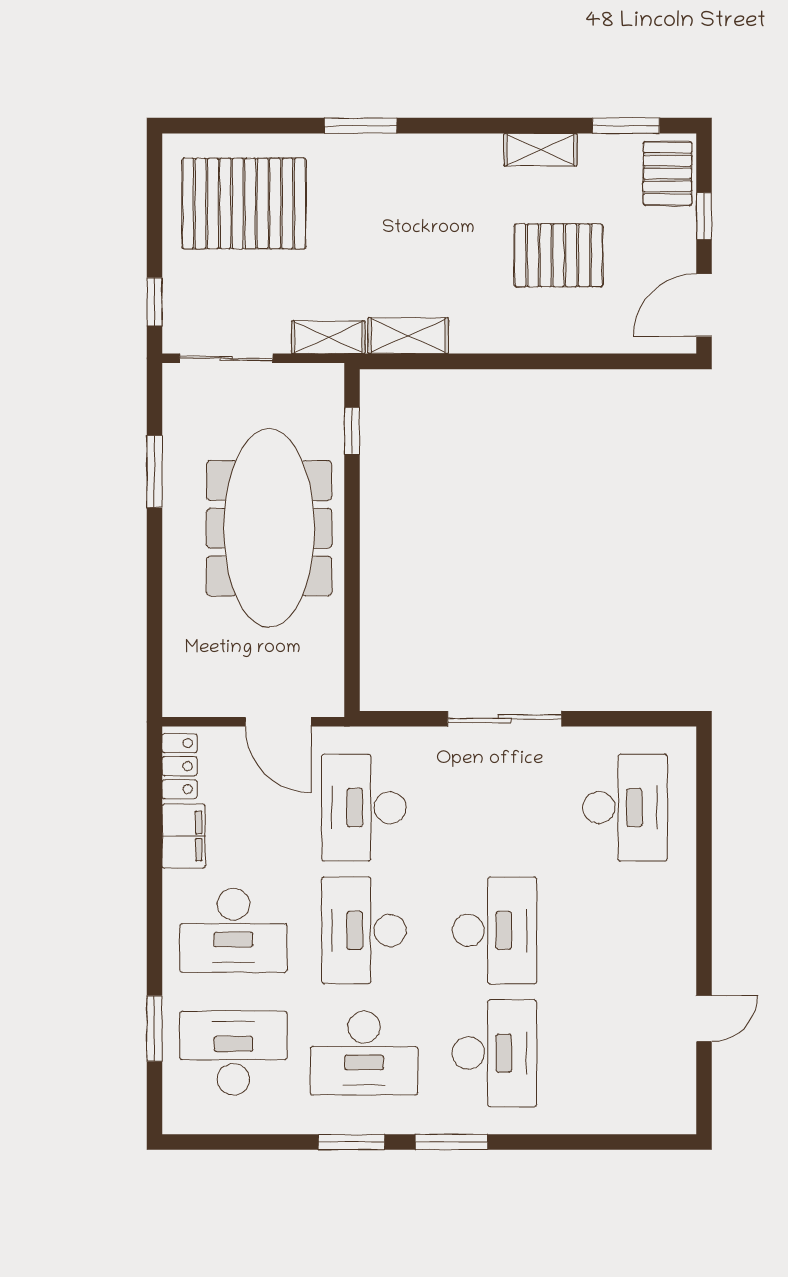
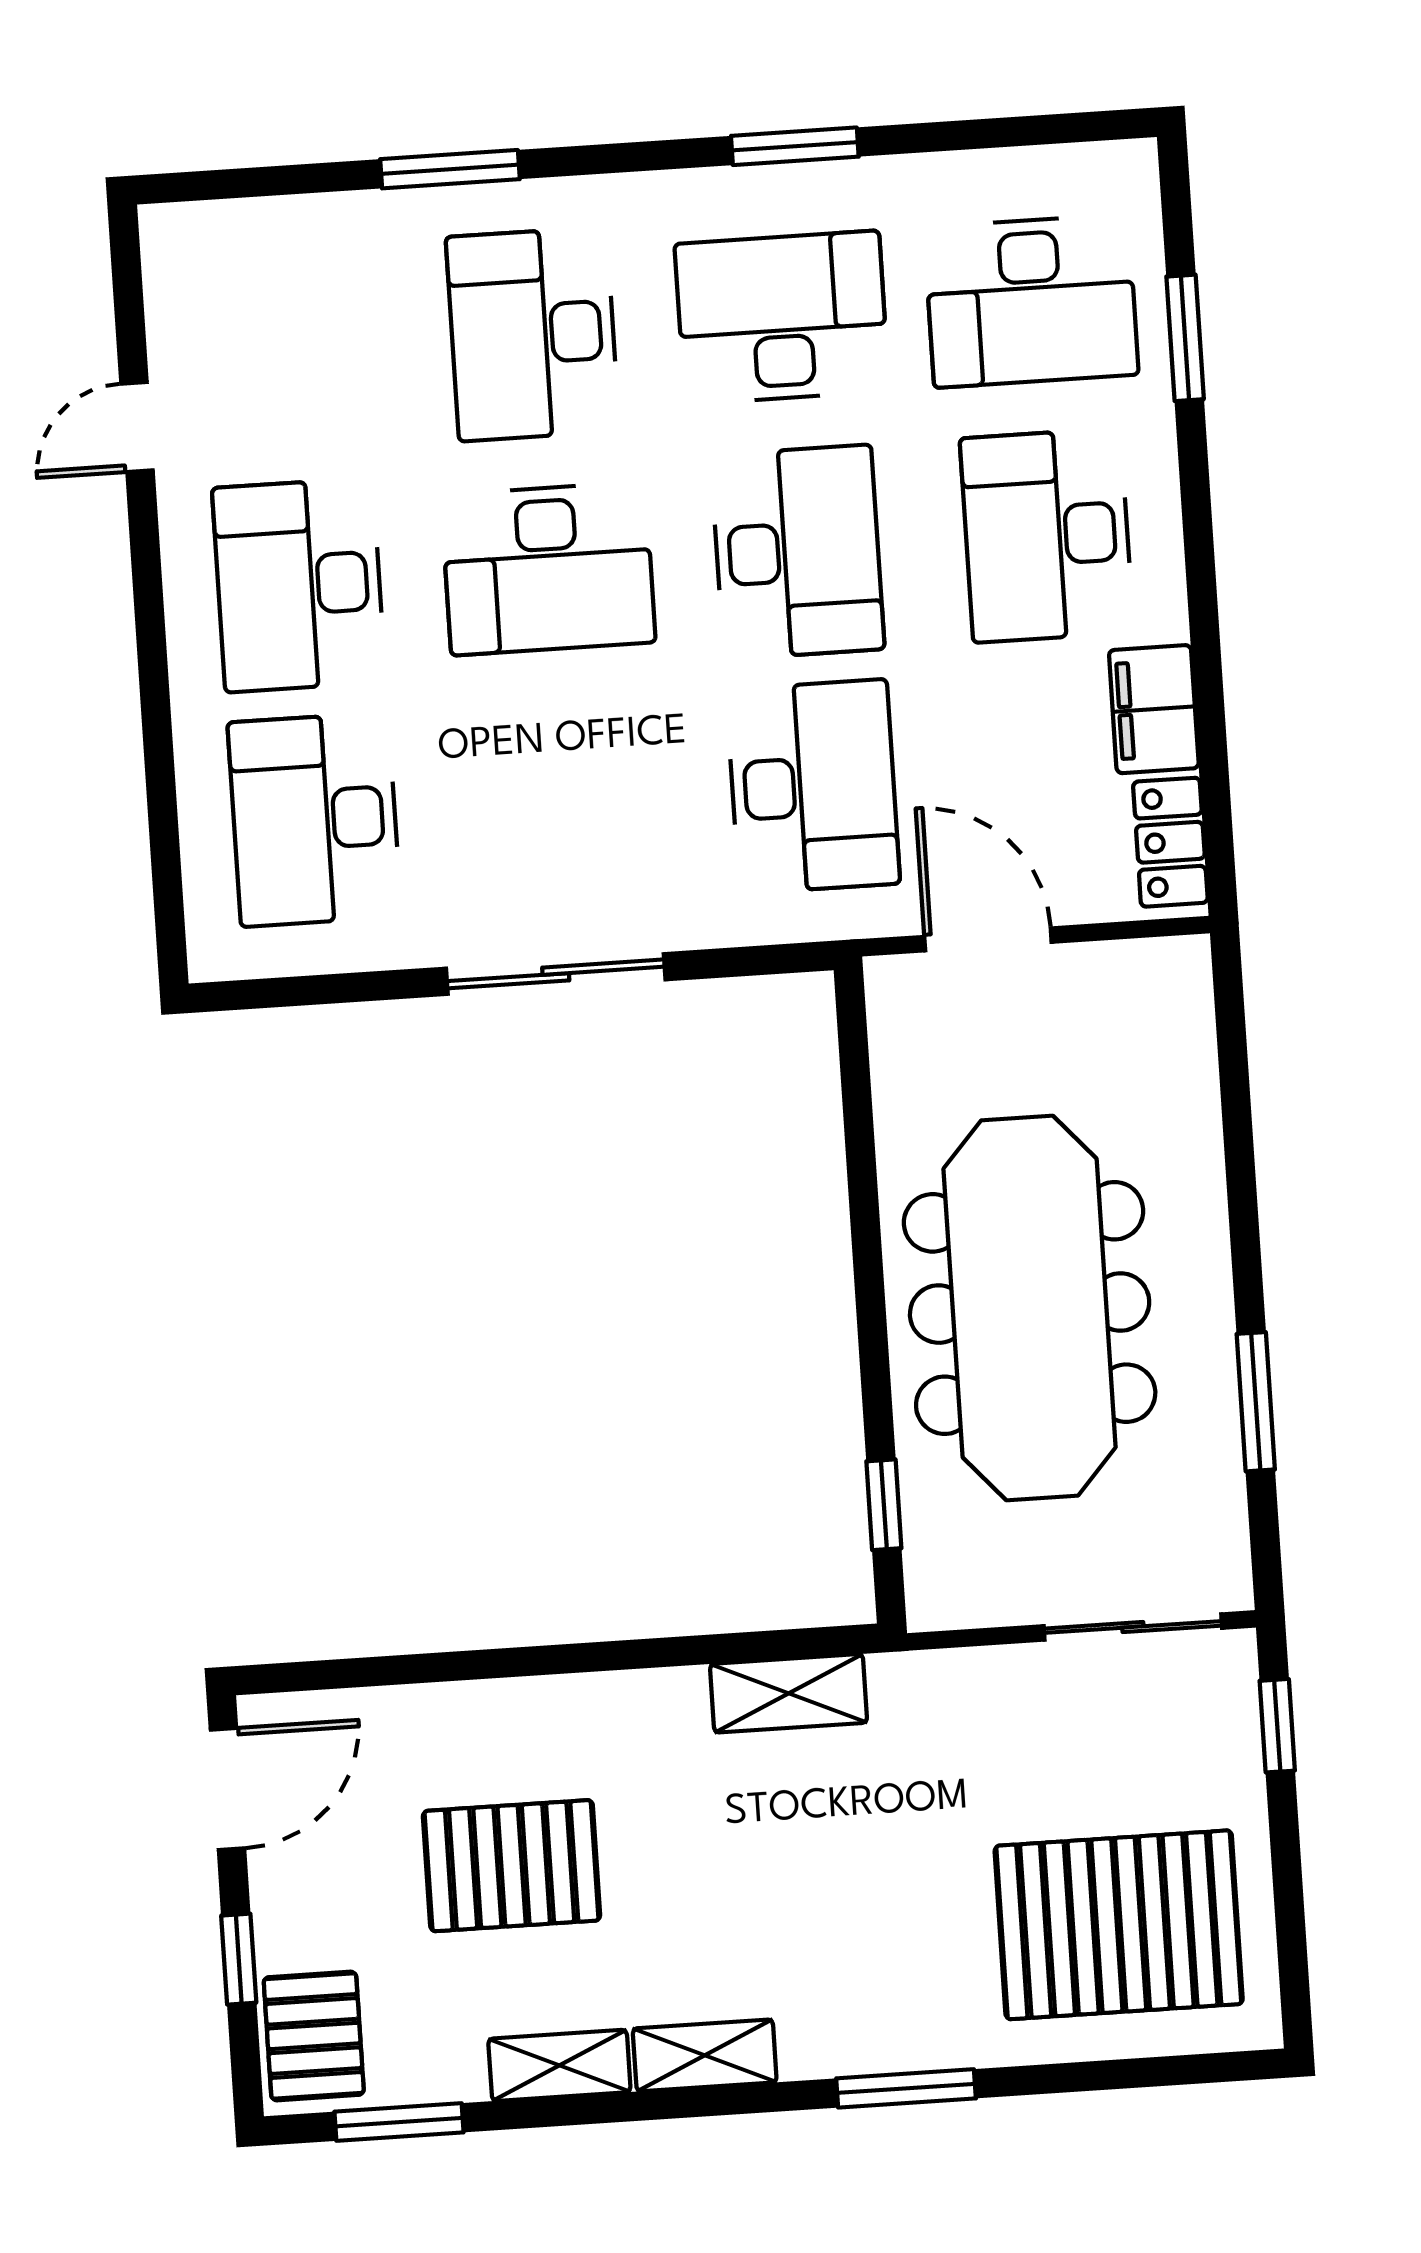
shelving: (328, 337) -> (705, 2055), moved
desk: (233, 930) -> (1047, 535), turned -90
desk: (494, 930) -> (548, 569), turned -90
desk: (625, 930) -> (299, 585), added
window: (451, 1142) -> (450, 169), moved

